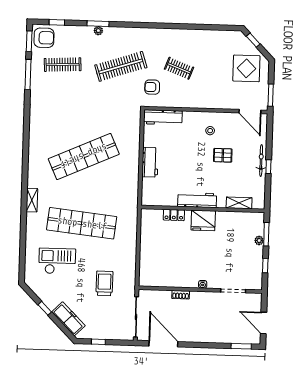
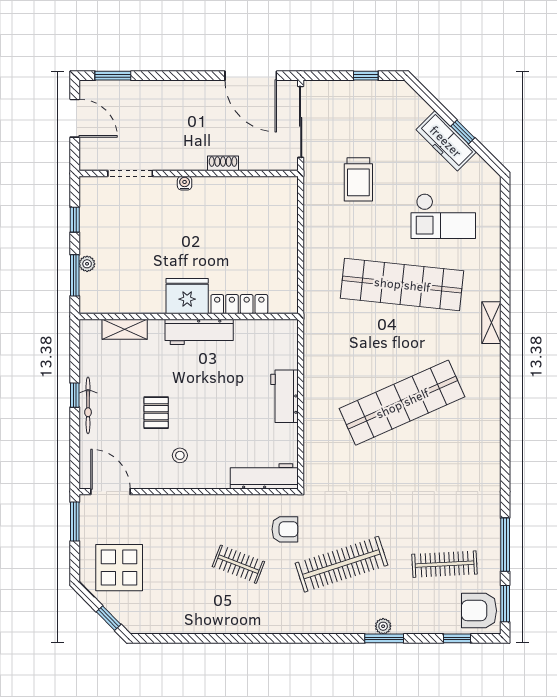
pallet: (223, 155) -> (156, 413), turned 90
locker: (174, 215) -> (239, 304), width x1.53
freezer: (68, 319) -> (446, 141), moved

